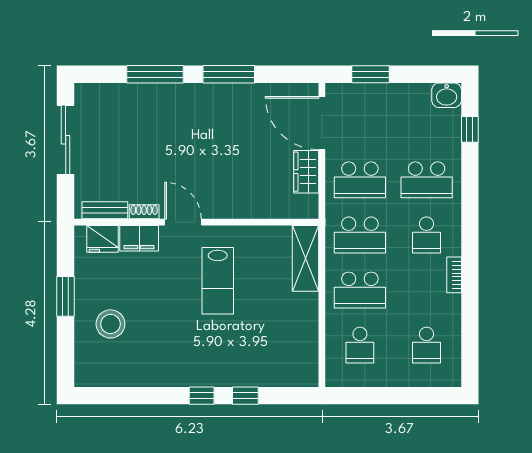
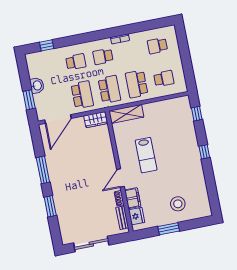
window: (155, 74) -> (50, 206), width x0.69
washbasin: (447, 95) -> (37, 86), moved
wardrobe: (306, 172) -> (96, 120), moved
school desk: (427, 180) -> (76, 62), width x0.54
school desk: (427, 235) -> (103, 56), turned 180
lab bench: (218, 281) -> (146, 155), turned 90
school desk: (360, 290) -> (137, 84), turned 180
school desk: (427, 345) -> (157, 46), turned 180
window: (245, 396) -> (197, 114), moved

